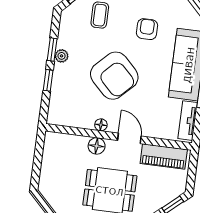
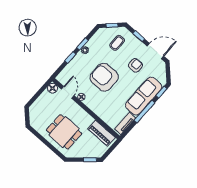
armchair: (114, 76) -> (104, 77), turned 135
door: (129, 138) -> (68, 92), moved
floor lamp: (97, 146) -> (53, 88), moved

